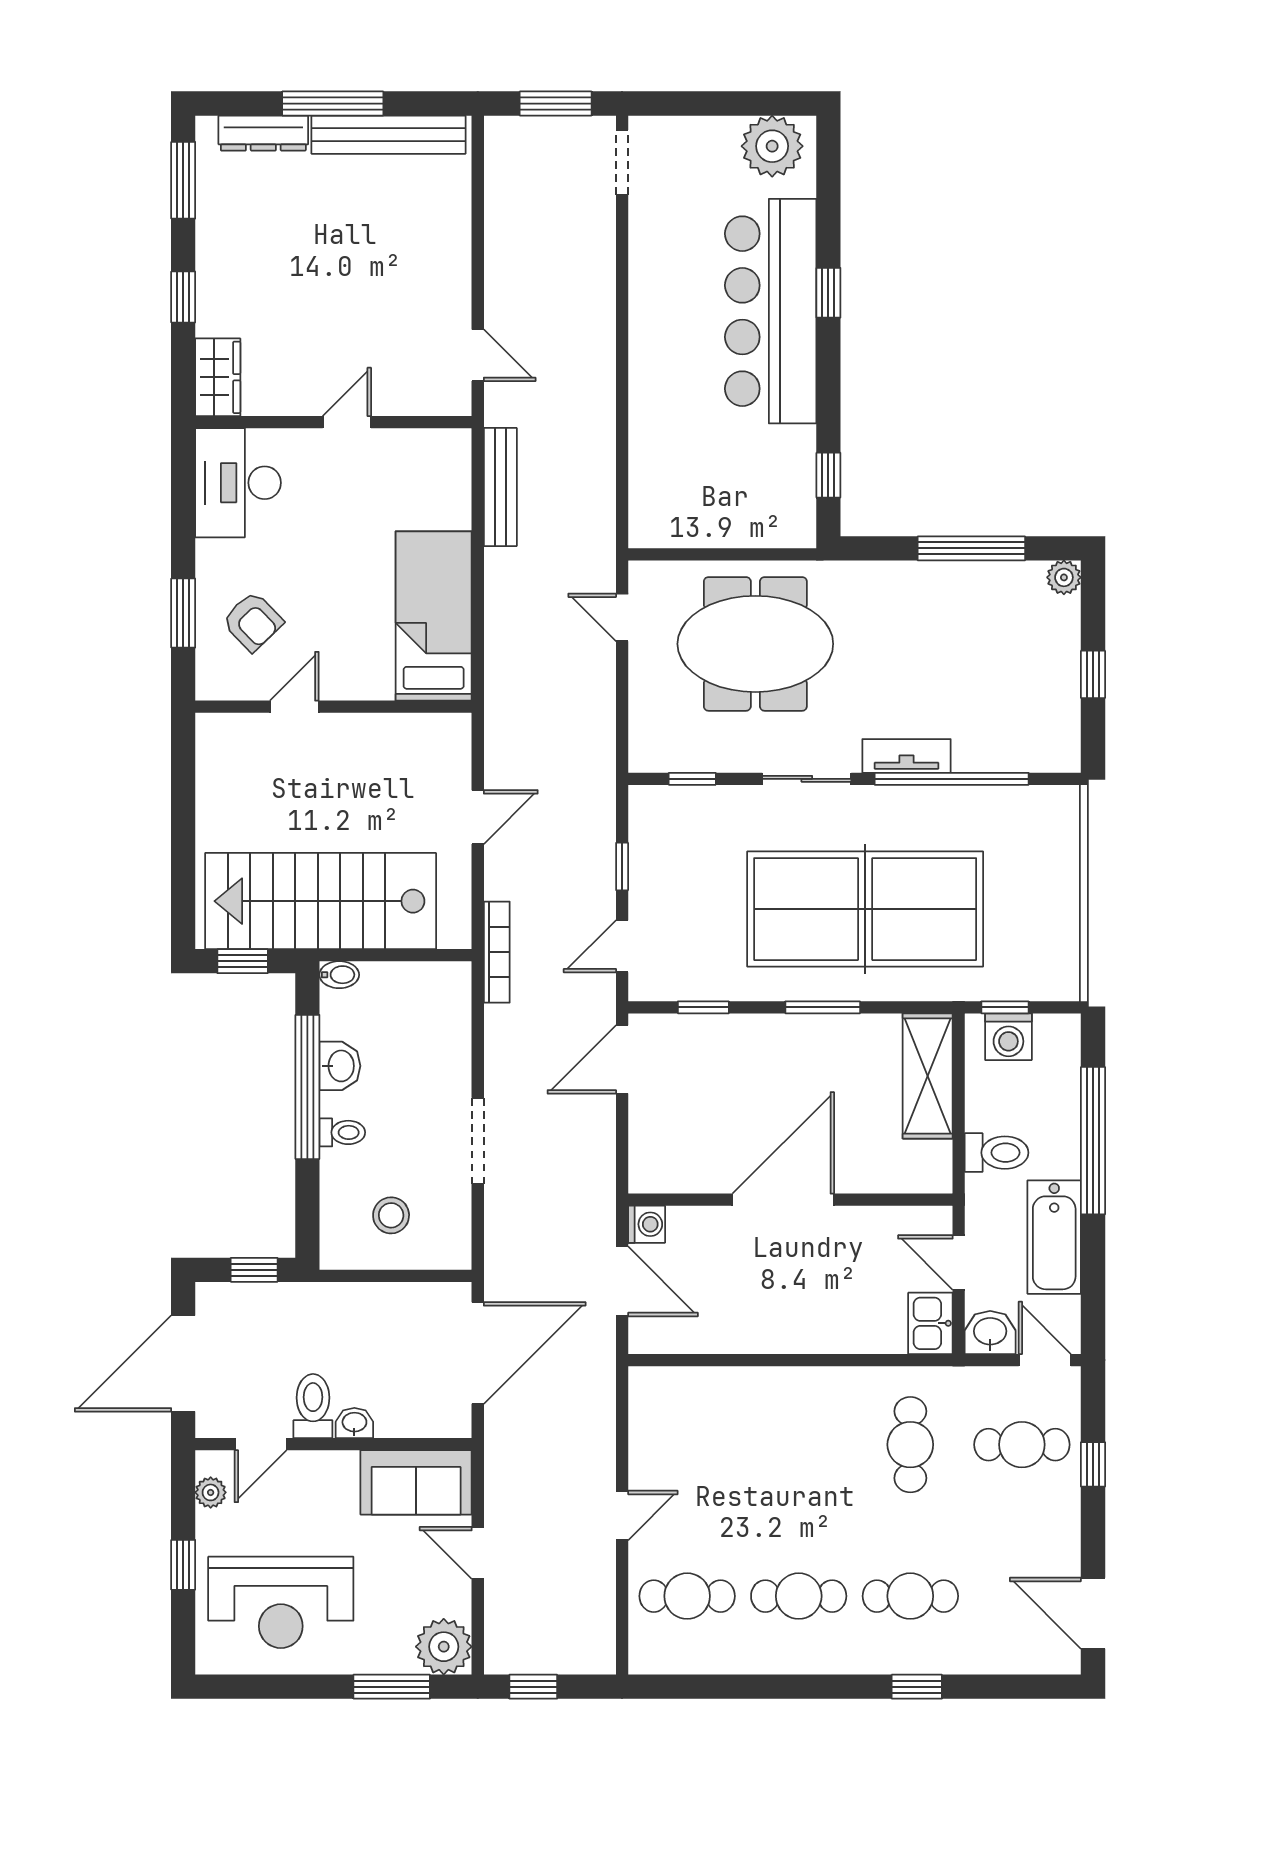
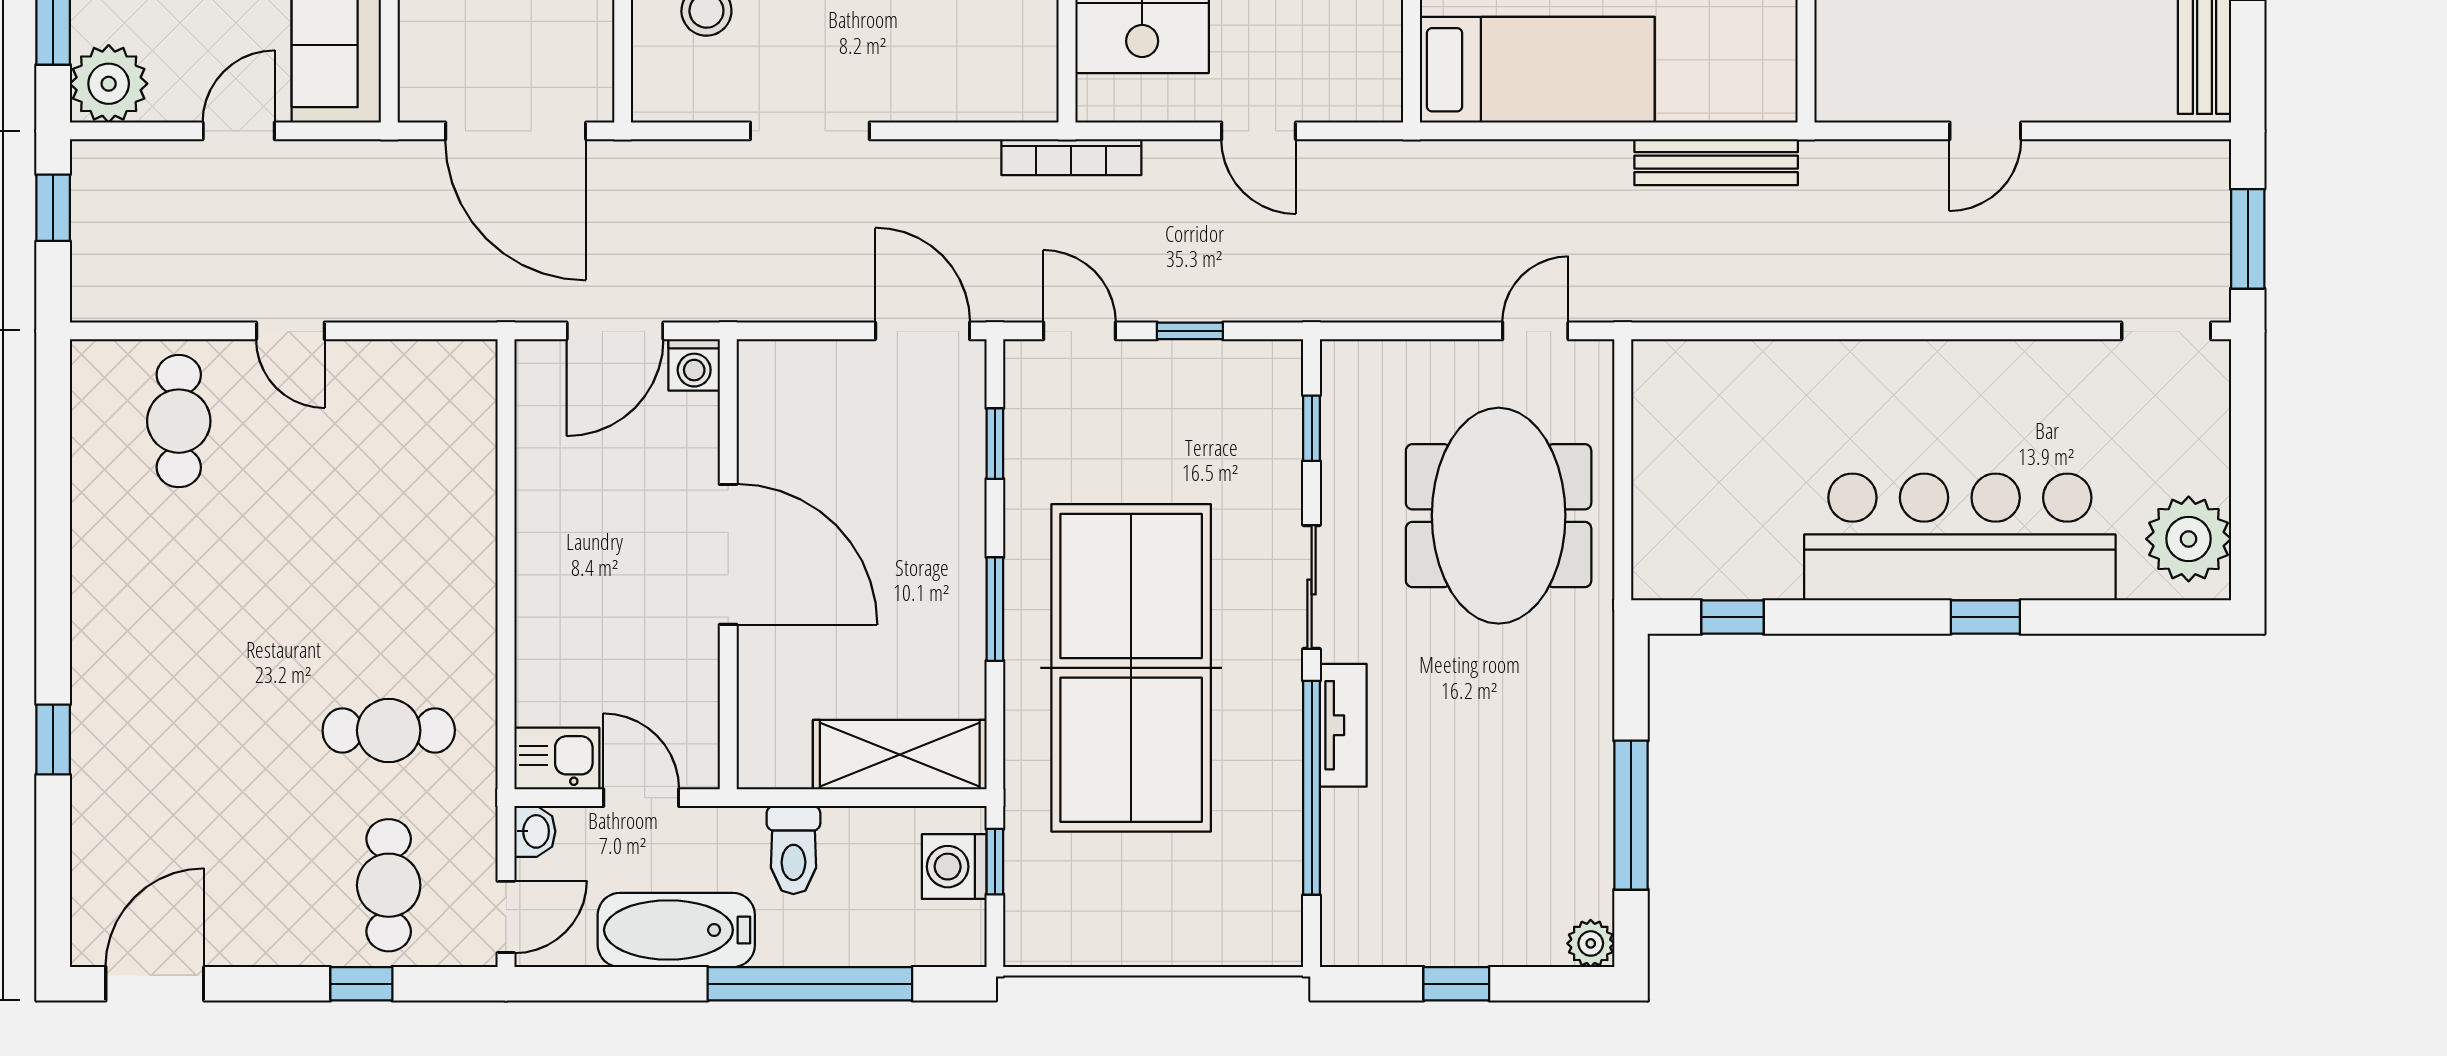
door: (478, 355) -> (1985, 131), moved
door: (959, 1262) -> (641, 798), hinge flipped
washbasin: (990, 1332) -> (535, 831), width x0.72, depth x0.69
cafe table: (799, 1596) -> (179, 576), removed
cafe table: (910, 1596) -> (179, 730), removed

